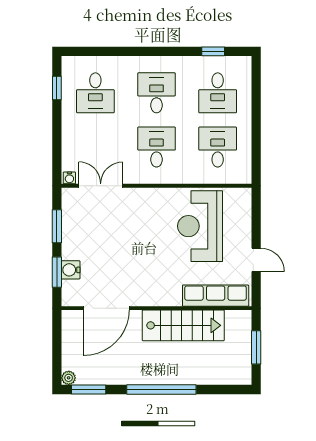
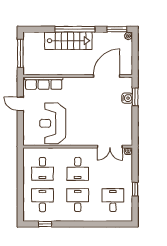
window: (57, 88) -> (135, 189), moved
desk: (157, 93) -> (78, 200), turned 180
window: (57, 226) -> (135, 123), removed
reception desk: (200, 226) -> (53, 123), turned 180
stairs: (183, 325) -> (68, 41), moved, turned 180
window: (256, 347) -> (20, 53), width x1.44

